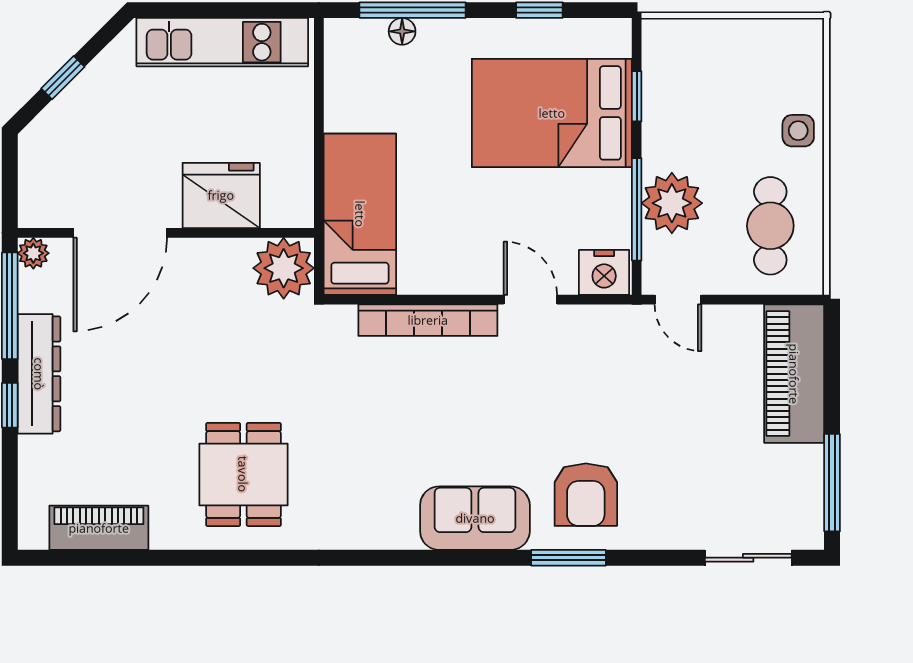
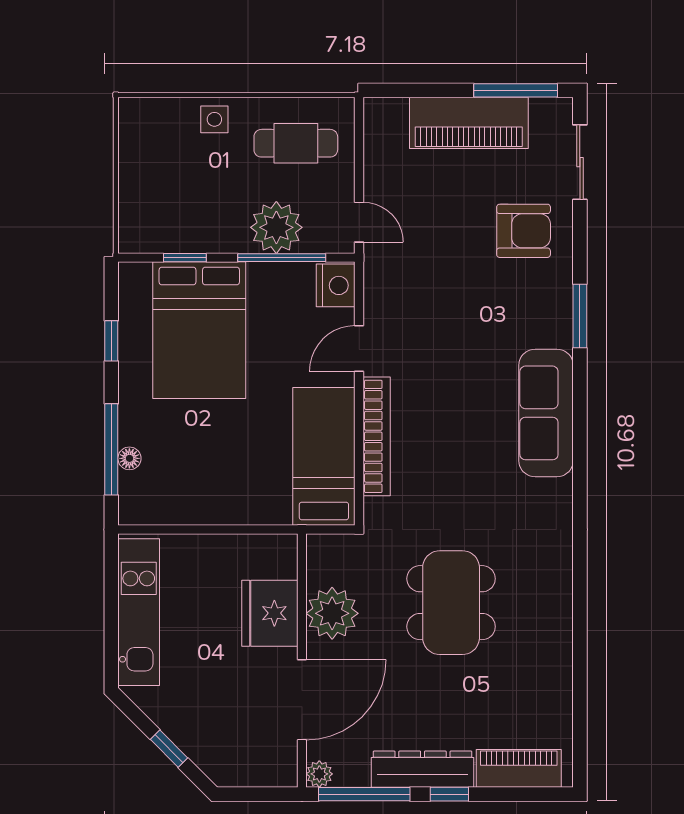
bed: (360, 214) -> (324, 456), moved, turned 90
door: (120, 233) -> (302, 700), hinge flipped
plant: (284, 268) -> (332, 613), moved
door: (678, 300) -> (359, 222), hinge flipped
piano: (794, 374) -> (469, 123), moved
dining table: (243, 474) -> (451, 603), moved, width x1.38
armchair: (586, 495) -> (524, 231), moved
sofa: (475, 518) -> (546, 413), width x1.36
piano: (99, 528) -> (519, 768), moved, turned 90

